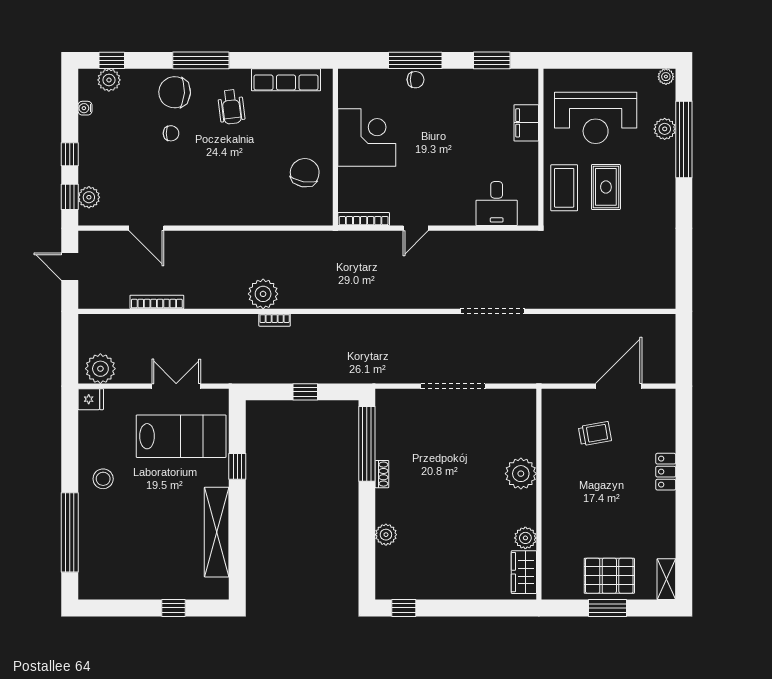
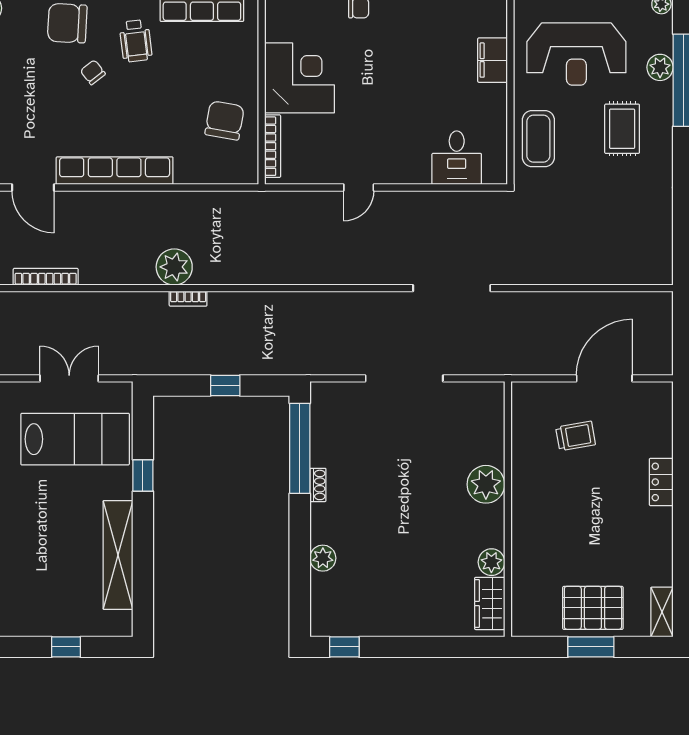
chair: (171, 133) -> (93, 72), moved, turned -128
rug: (606, 187) -> (622, 129), moved
row of seats: (214, 214) -> (115, 171), added
bookcase: (364, 219) -> (273, 146), moved, turned 90

